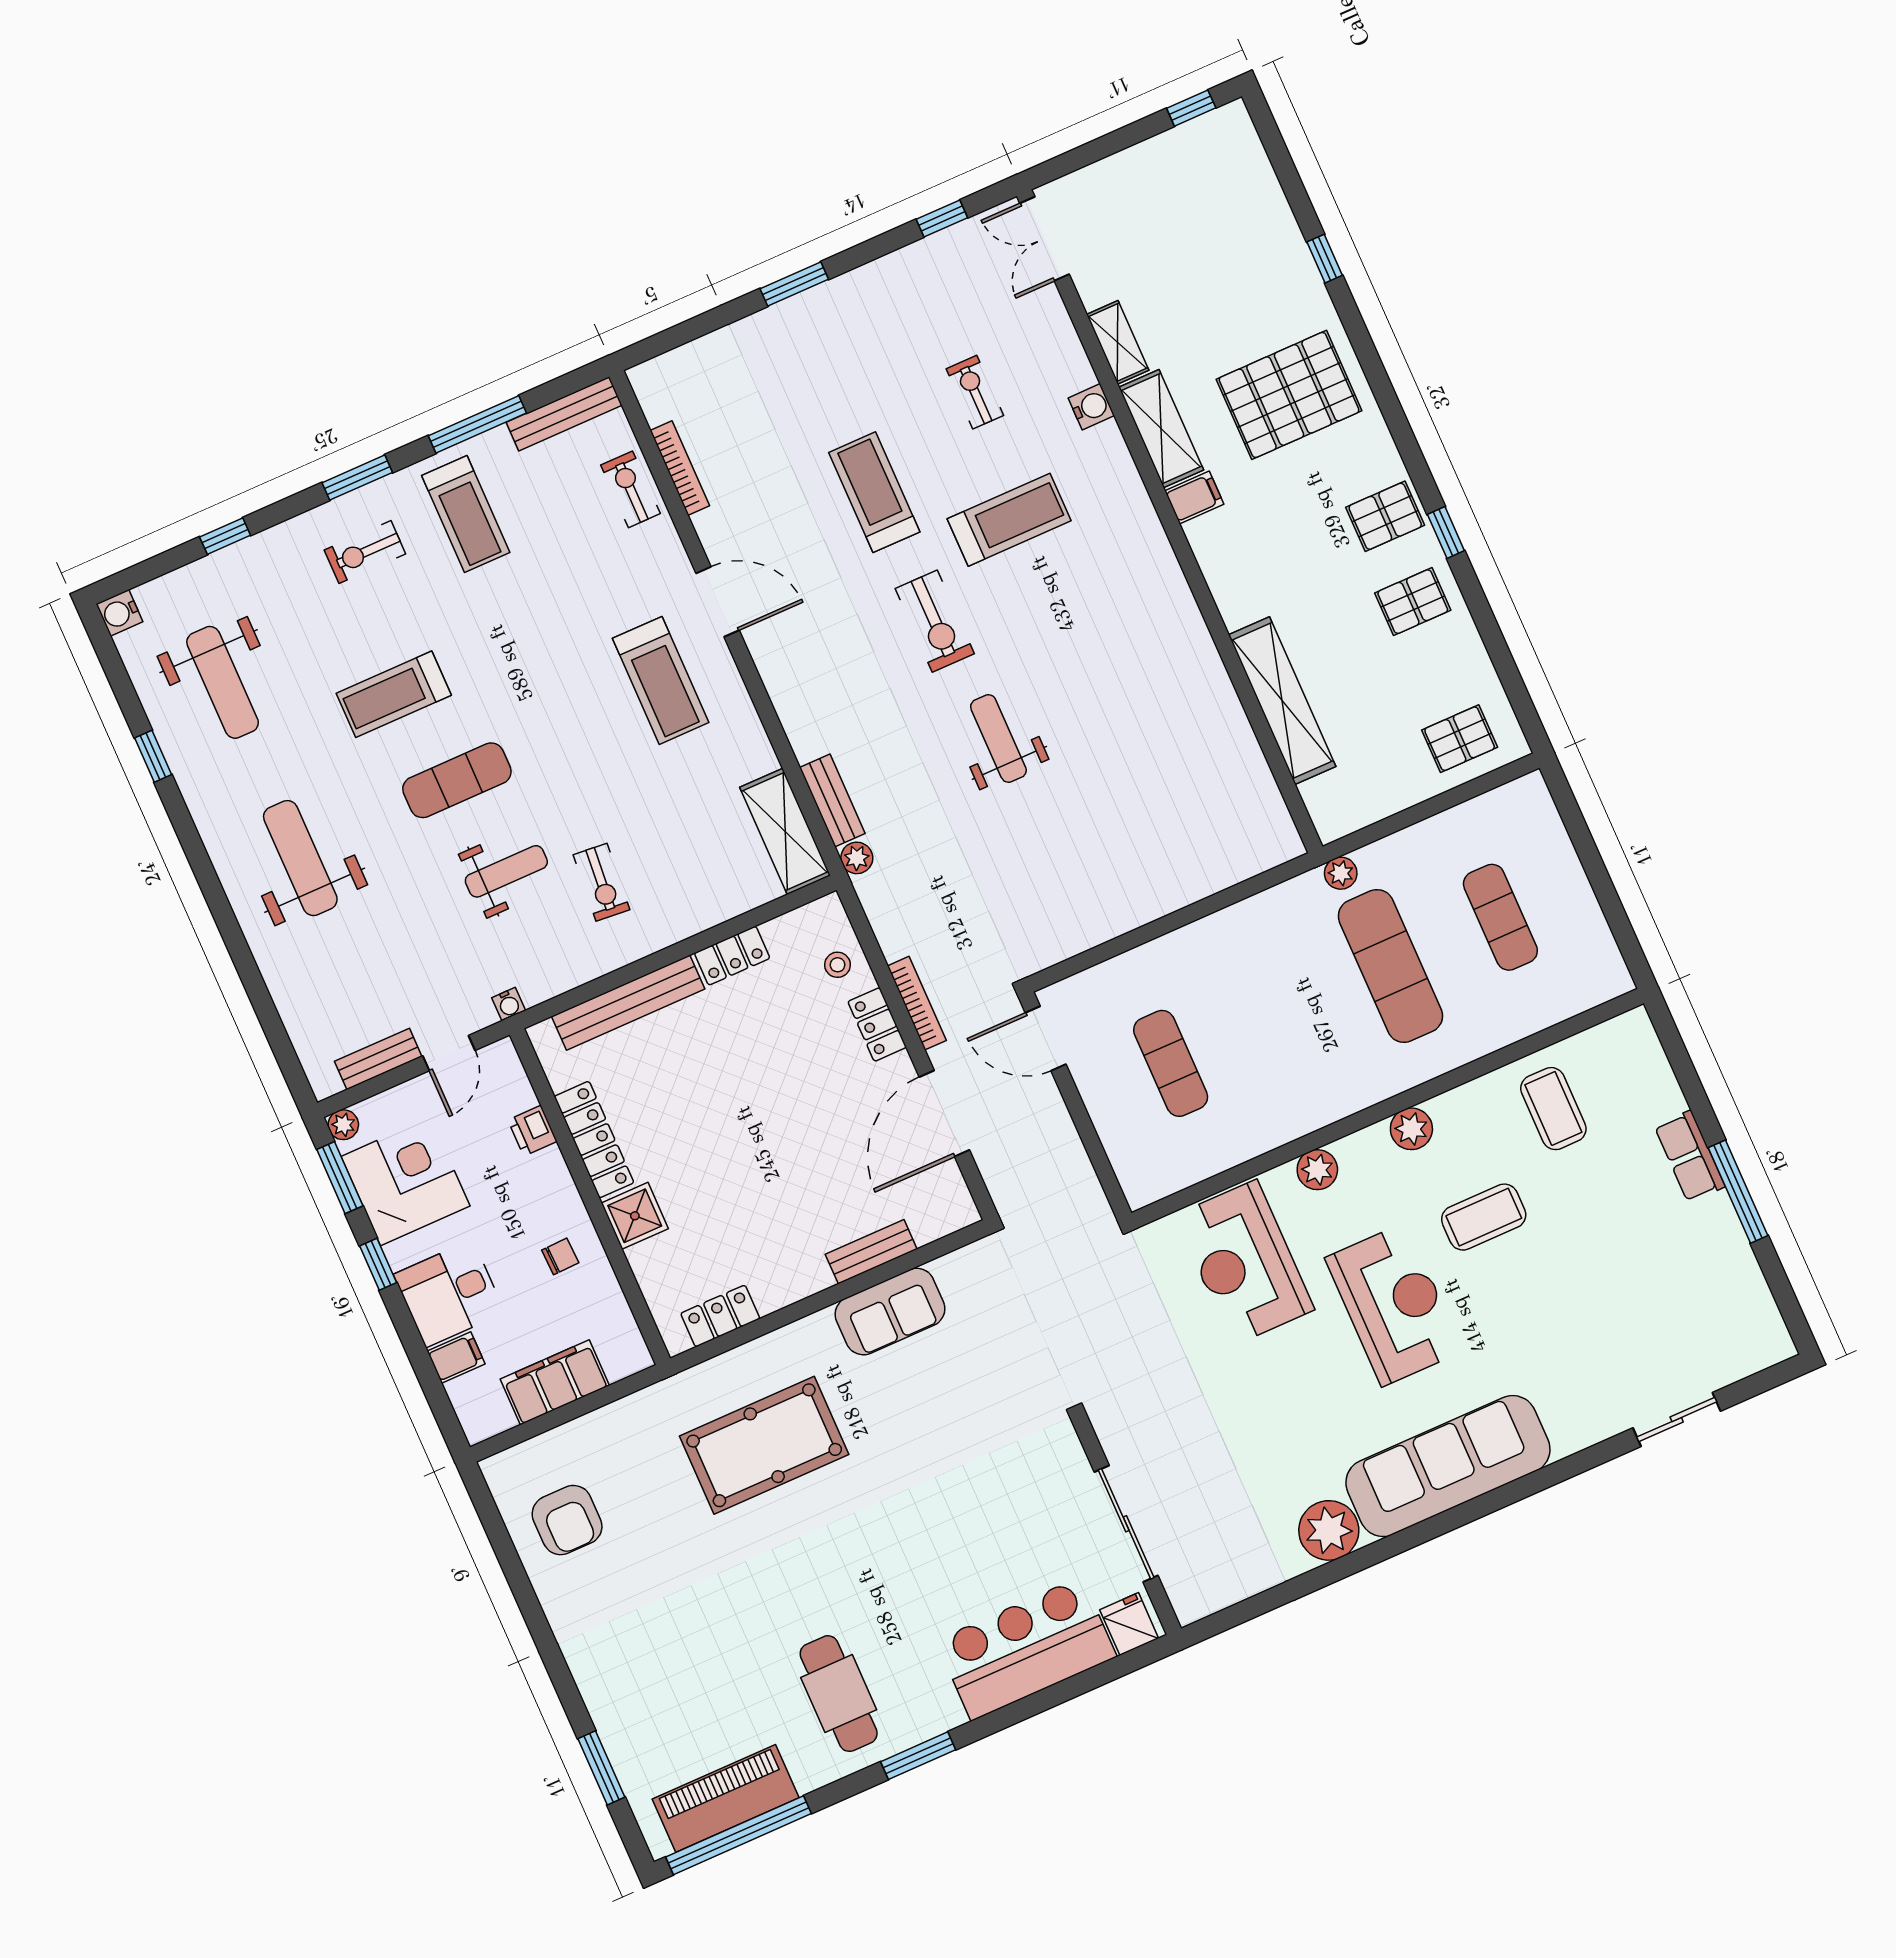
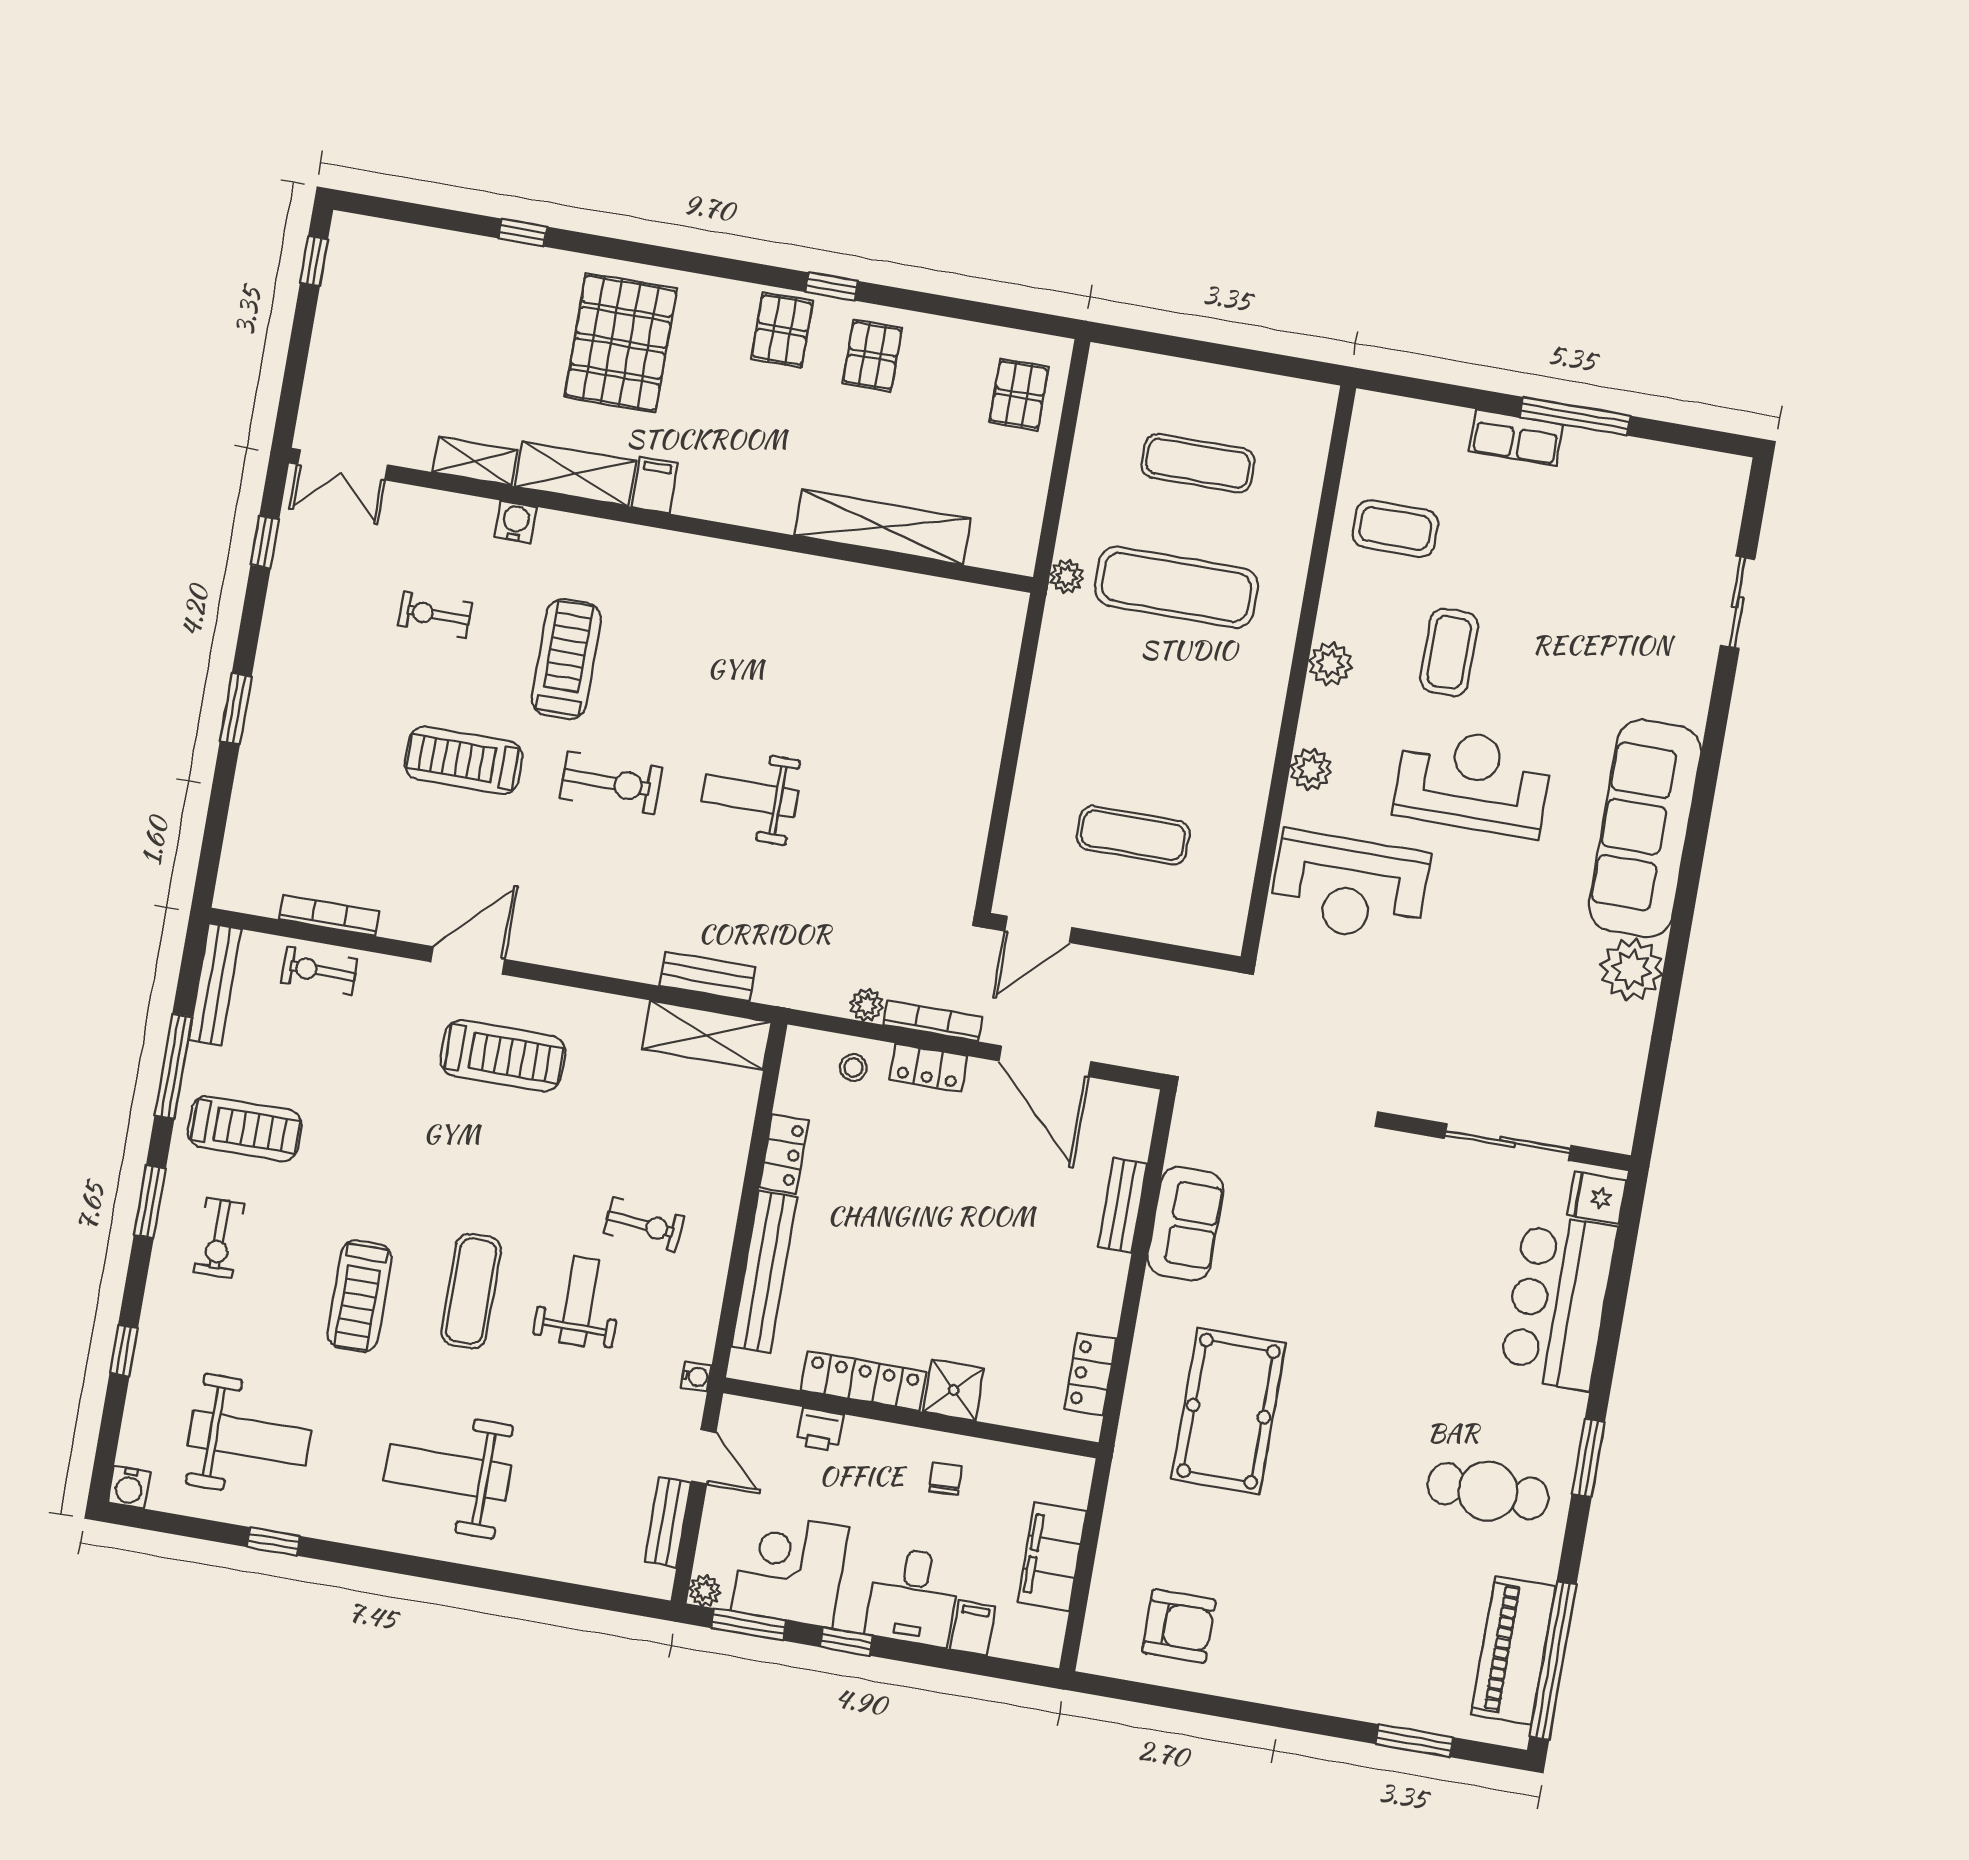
plant: (857, 858) -> (866, 1005), moved

